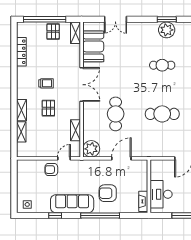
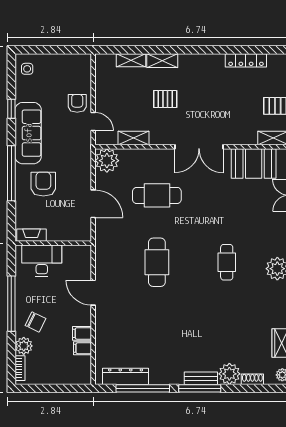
trolley: (46, 83) -> (201, 96), removed

